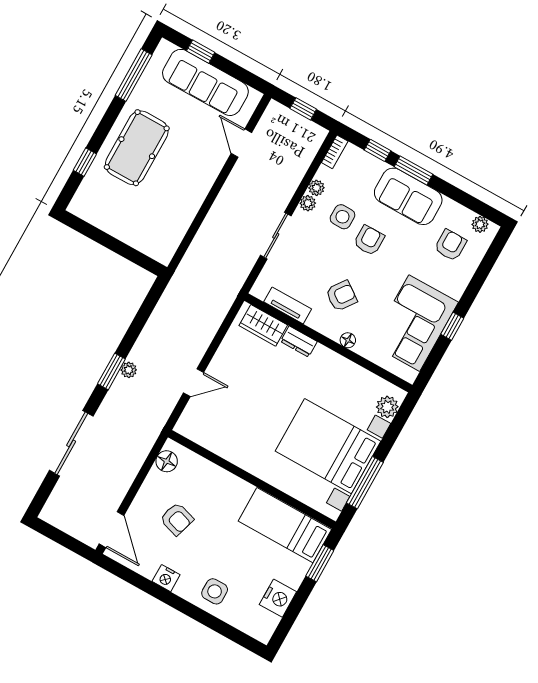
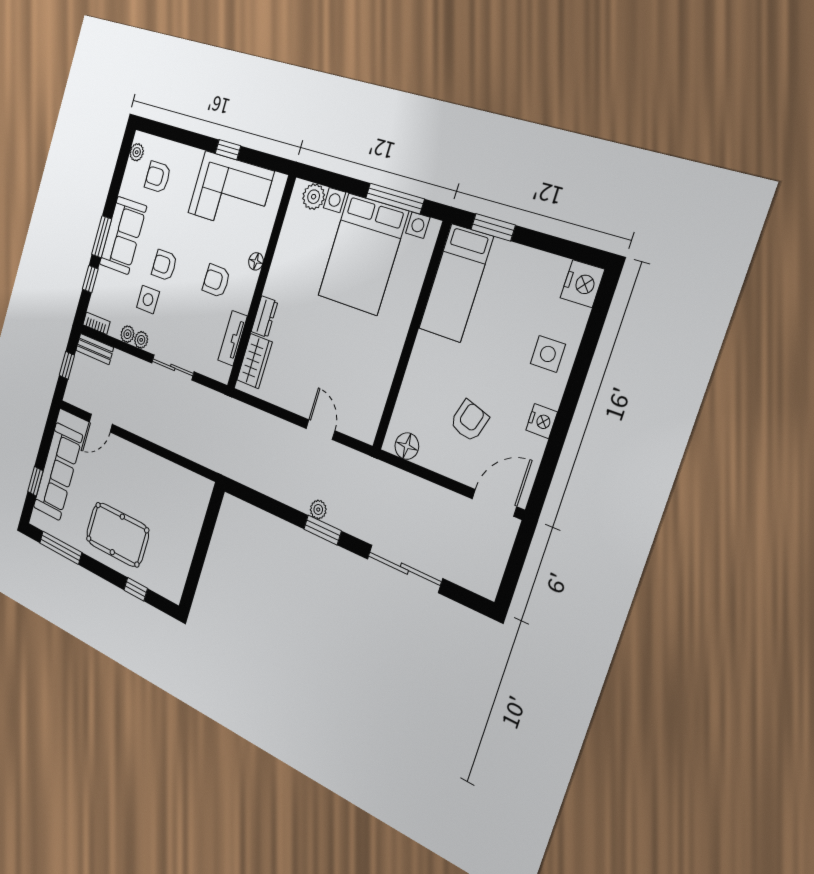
bench: (311, 146) -> (95, 349), added
armchair: (341, 296) -> (216, 281), turned -35
nightstand: (278, 598) -> (582, 284), moved, turned 90

